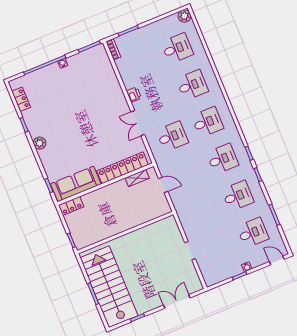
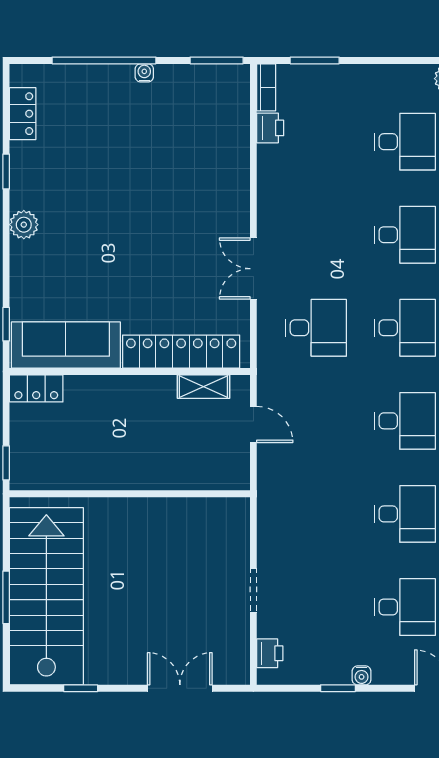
printer: (134, 95) -> (270, 128), moved
printer: (207, 273) -> (270, 653), added

